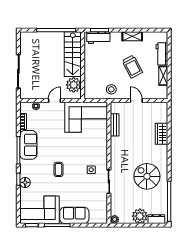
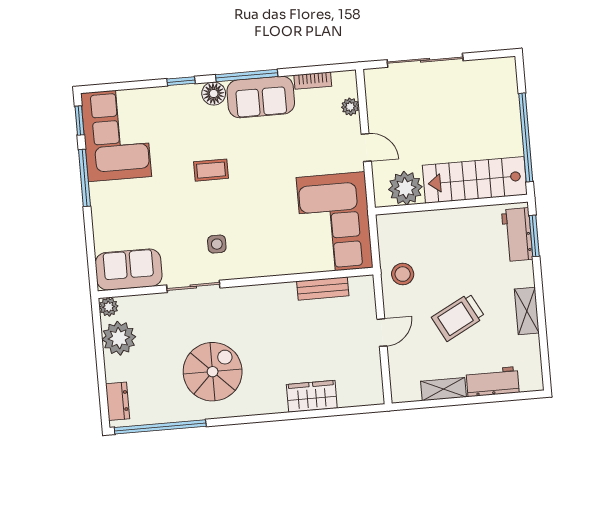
floor lamp: (25, 182) -> (214, 94), moved
sofa: (74, 215) -> (129, 270), moved, turned -90
plant: (140, 216) -> (119, 338), moved

